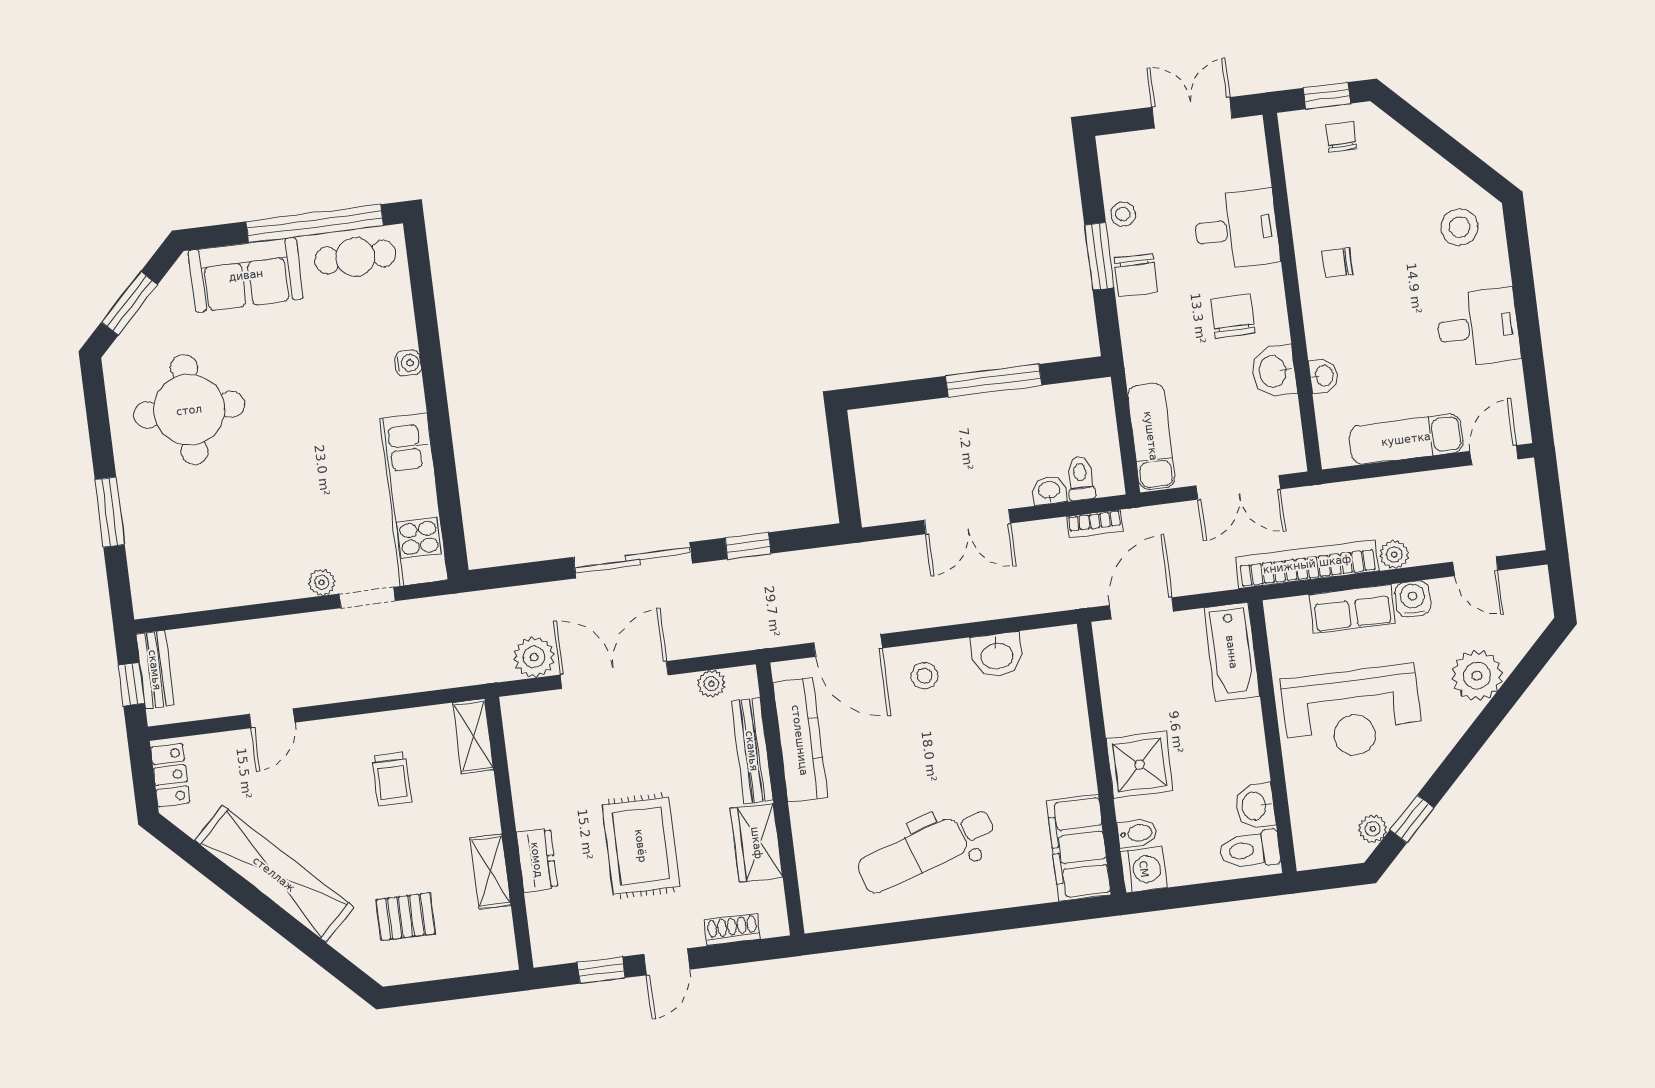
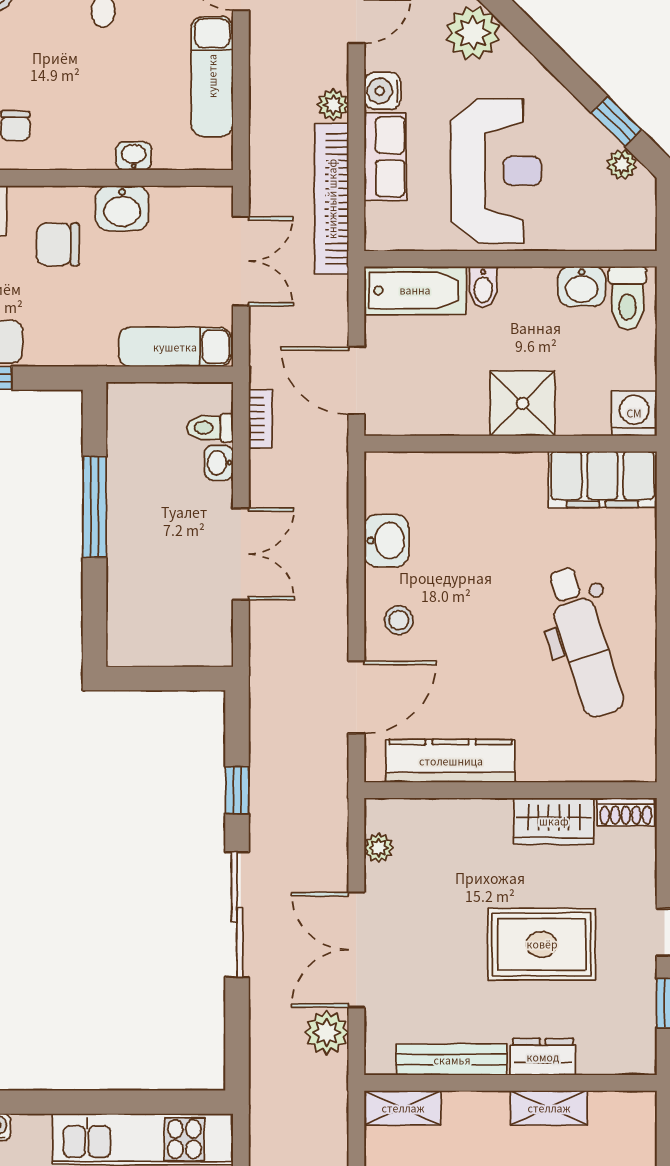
bench: (752, 751) -> (452, 1060), moved
bidet: (1137, 833) -> (483, 287), moved, turned 180
shoe rack: (732, 930) -> (626, 812), moved, turned -90

